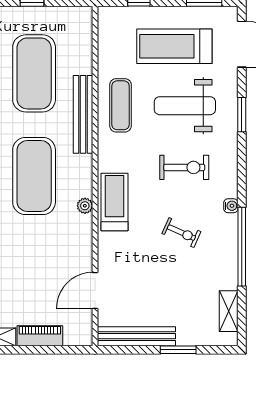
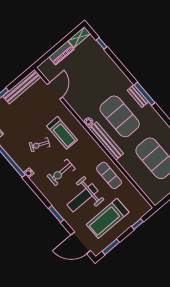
treadmill: (174, 46) -> (108, 218), turned 180
weight bench: (185, 106) -> (83, 198), turned 180
bench: (83, 114) -> (106, 141), moved
treadmill: (114, 202) -> (62, 133), moved

